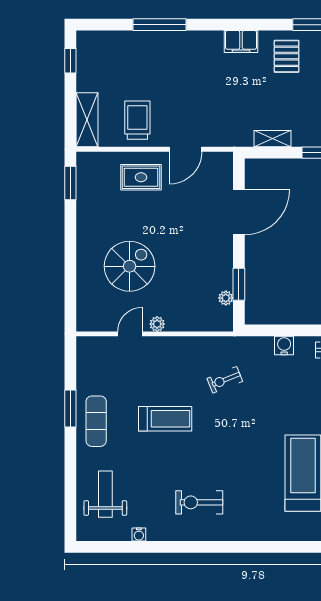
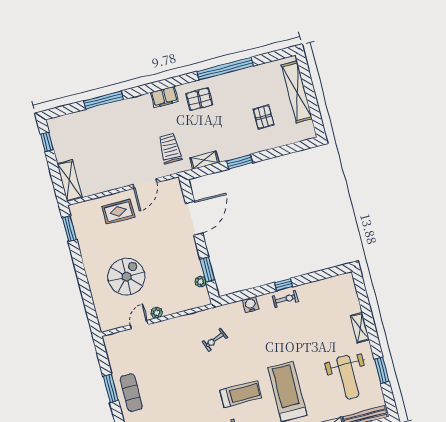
pallet: (287, 56) -> (199, 99), turned 90
trolley: (137, 120) -> (170, 148), moved
treadmill: (165, 419) -> (241, 394), moved

